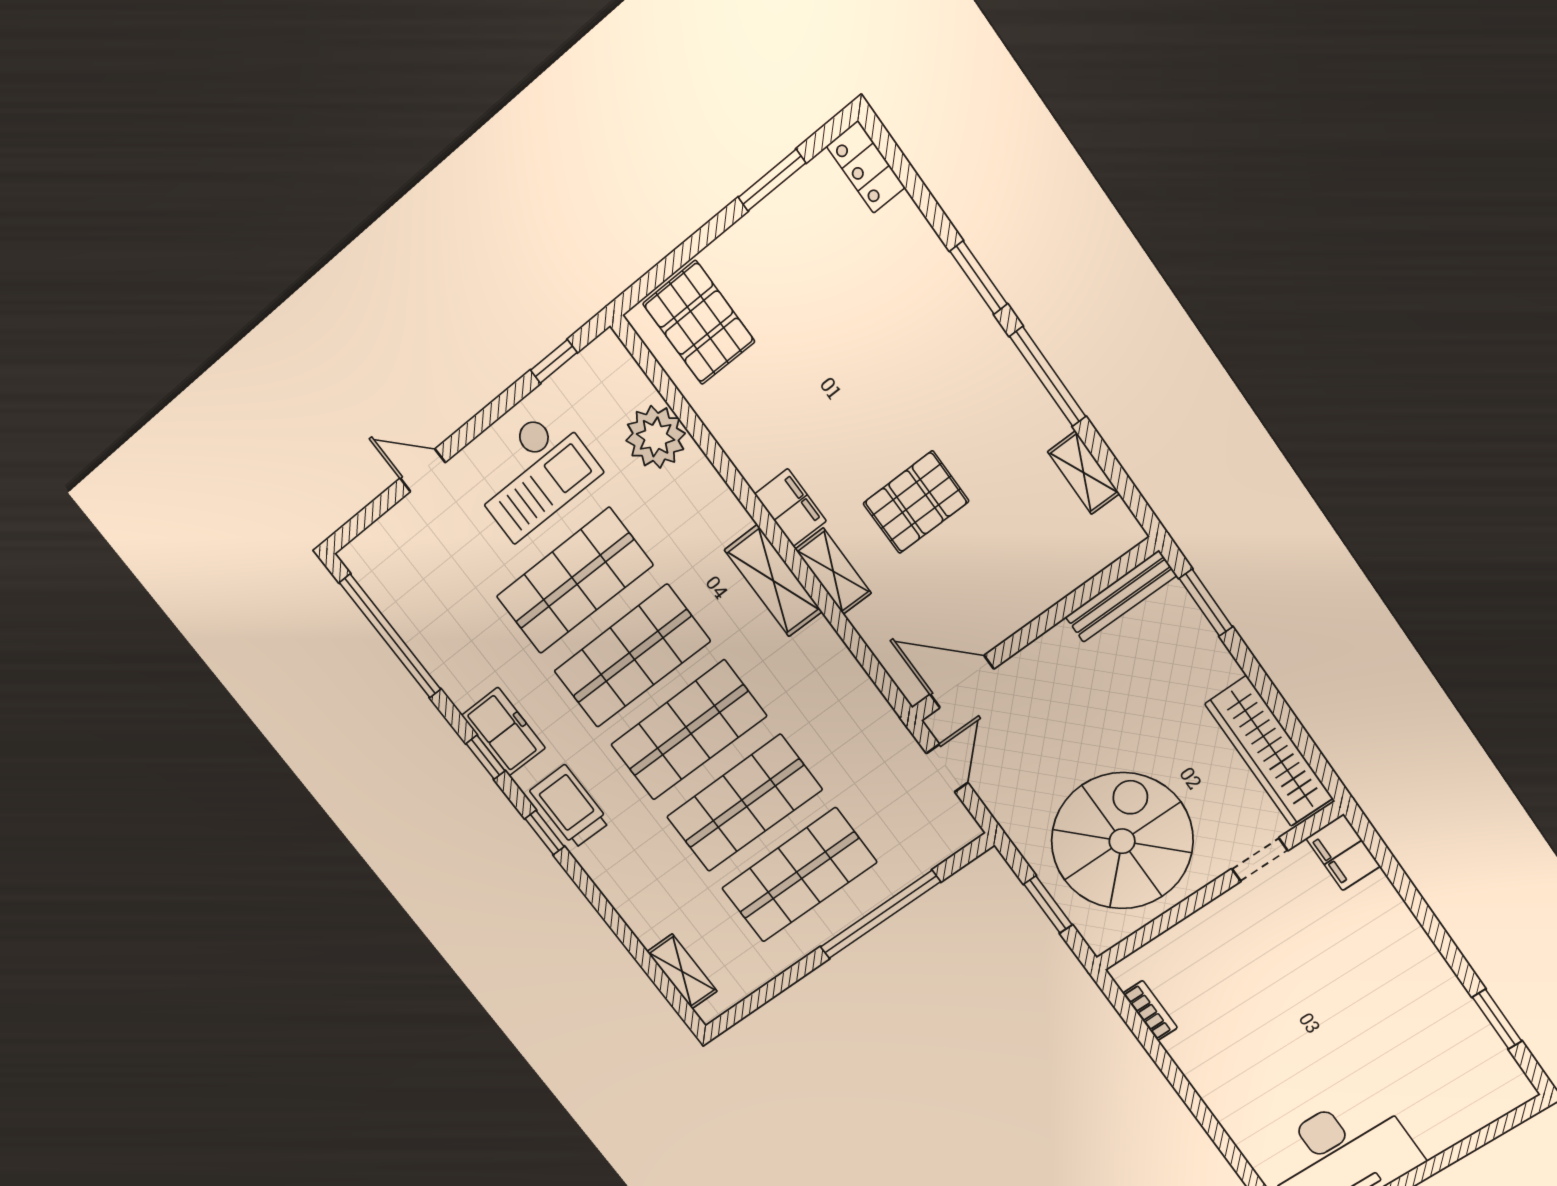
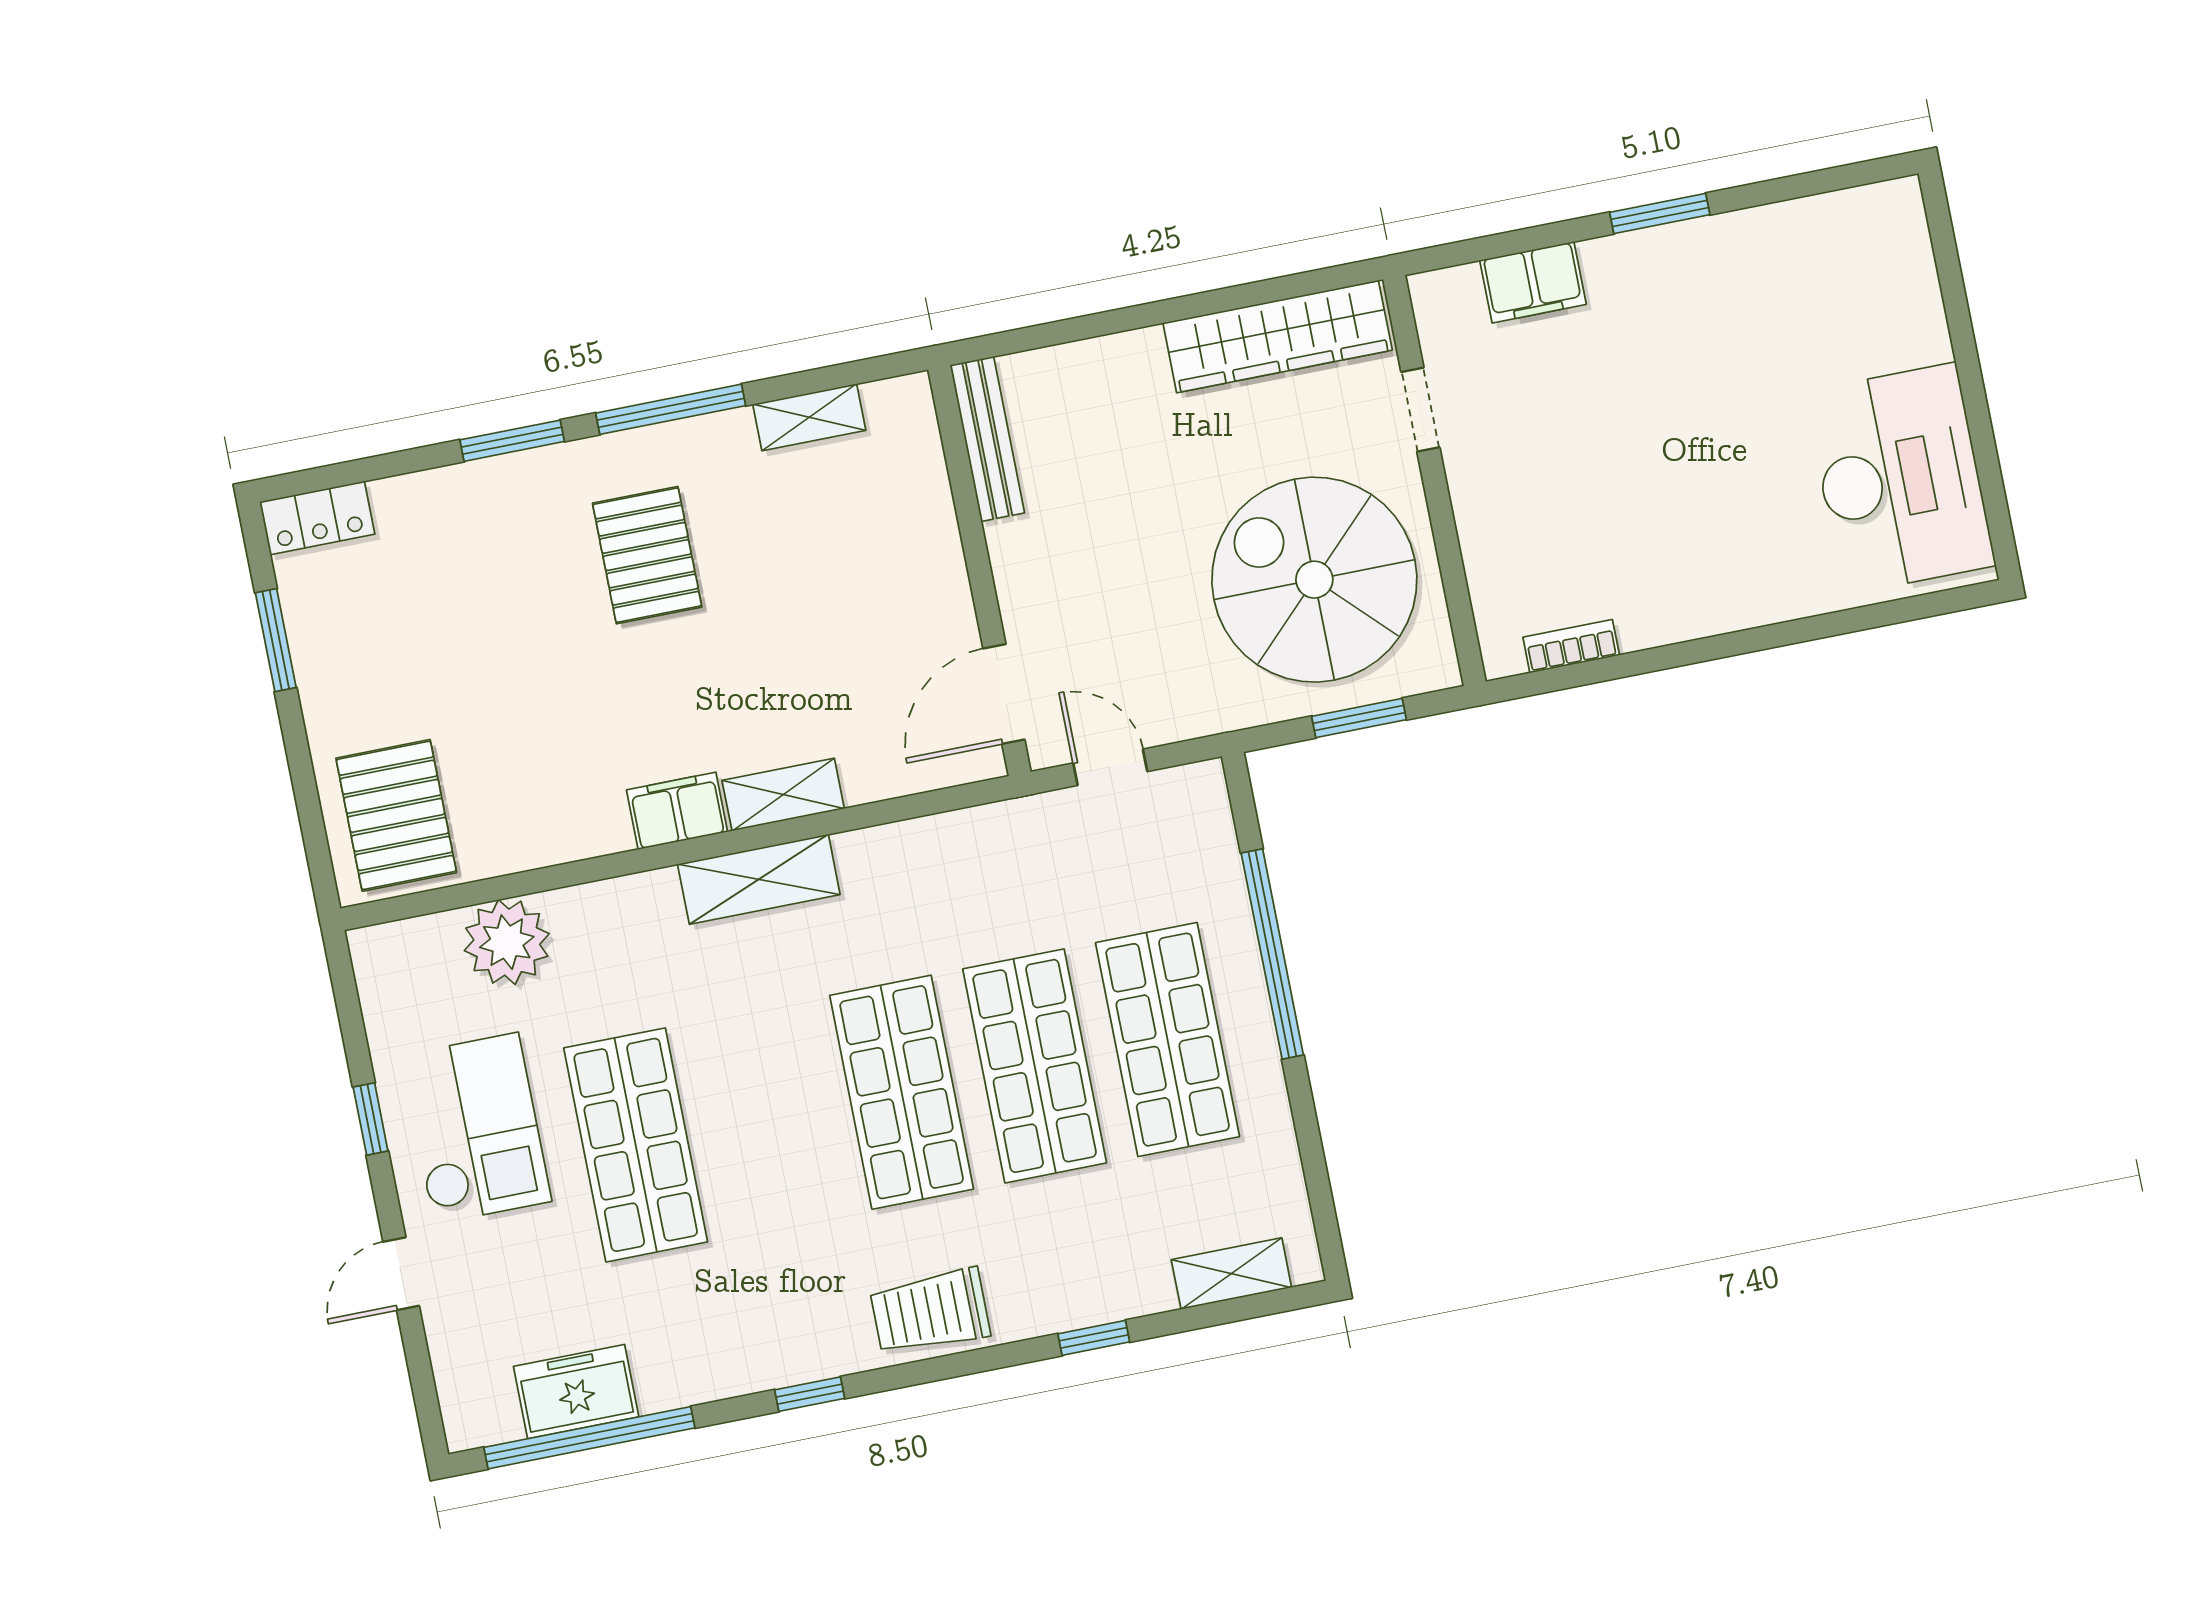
pallet: (699, 323) -> (396, 815), turned 90
window: (554, 361) -> (371, 1119), moved
pallet: (916, 502) -> (647, 555), moved
window: (1206, 603) -> (1045, 335), removed
shop shelf: (632, 656) -> (769, 1119), removed
freezer: (503, 732) -> (576, 1392), moved
window: (545, 833) -> (1094, 1338), moved
filing cabinet: (1343, 852) -> (1533, 282), moved
window: (1497, 1019) -> (1660, 213), moved

